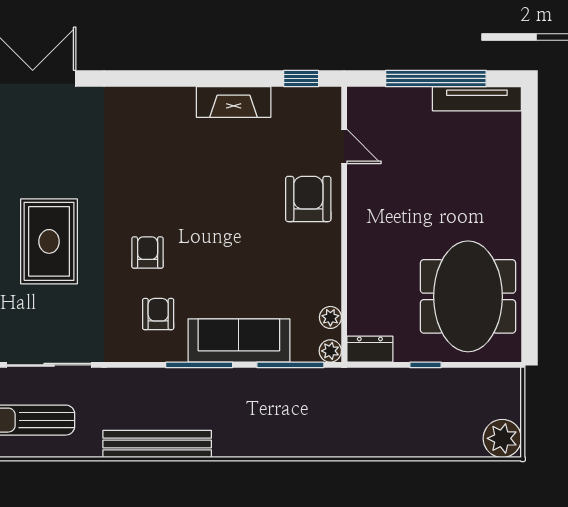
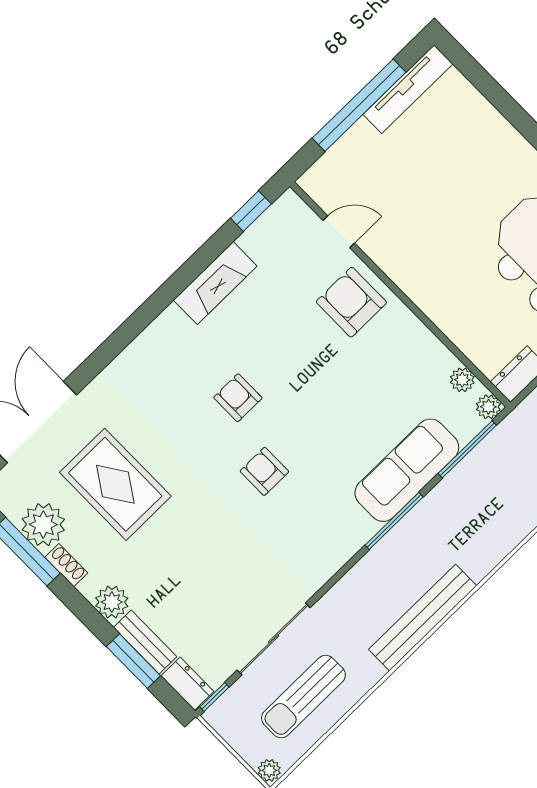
rug: (49, 241) -> (115, 484), moved
armchair: (158, 314) -> (238, 398), moved

